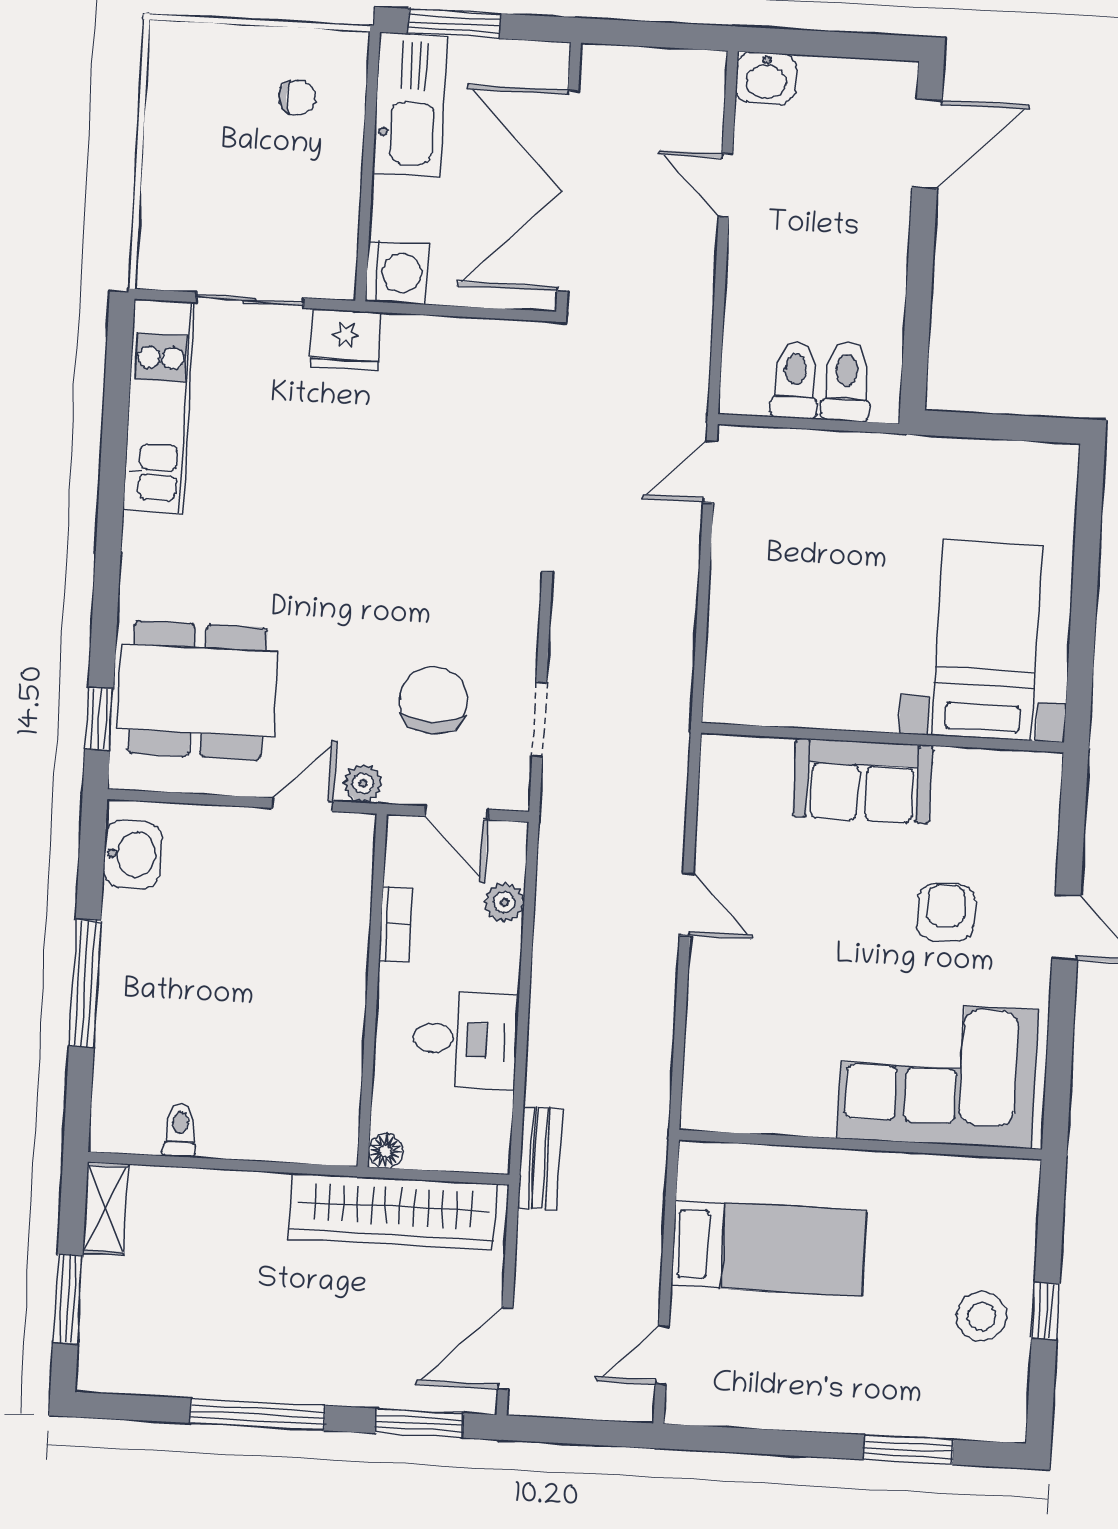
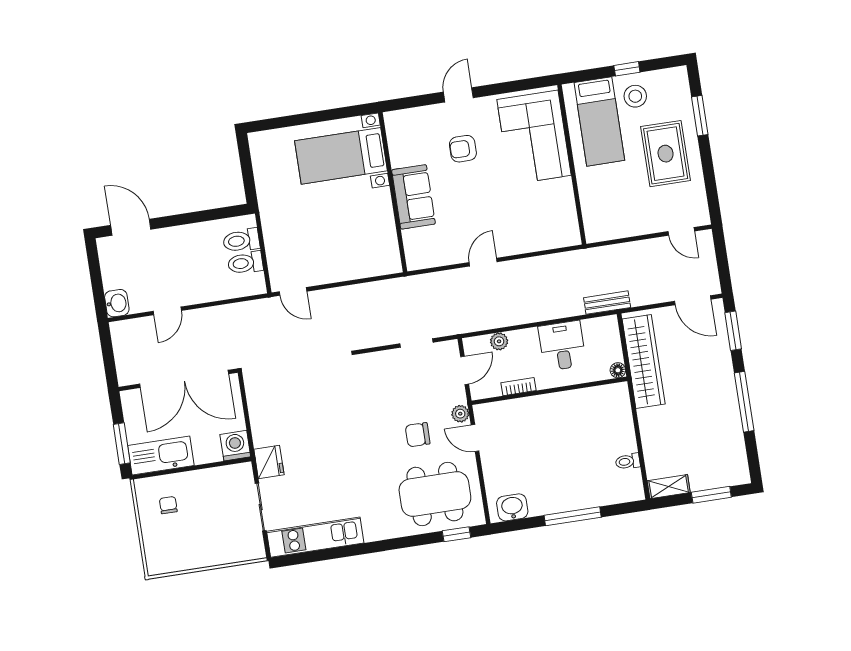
dining table: (198, 690) -> (435, 494), turned 90
chair: (433, 700) -> (418, 435), moved, width x0.73, depth x0.73
bed: (769, 1248) -> (599, 121), moved, turned 180
rug: (841, 1356) -> (666, 154), added

